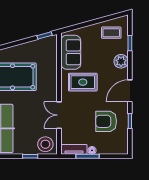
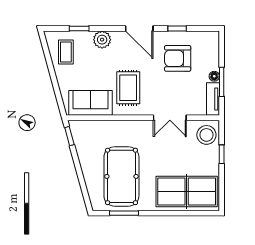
armchair: (106, 121) -> (178, 58), turned 90

